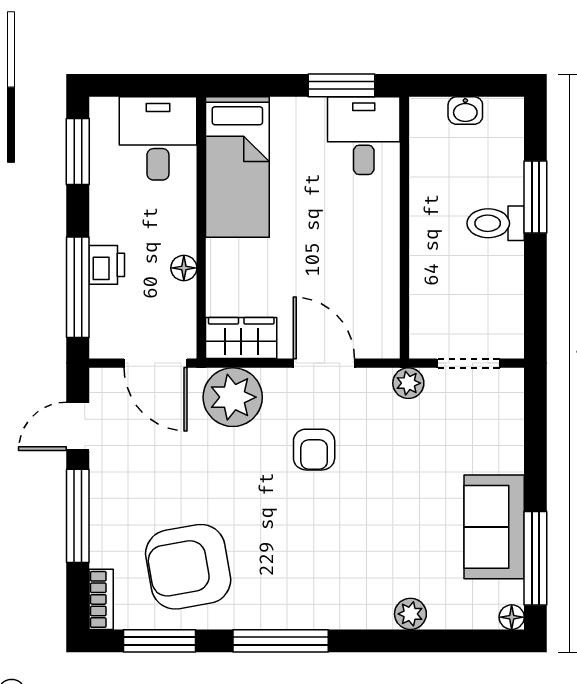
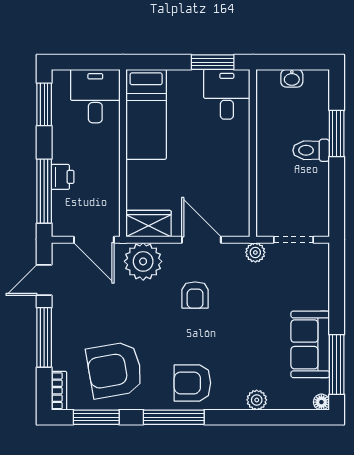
floor lamp: (184, 268) -> (112, 179), removed
armchair: (310, 587) -> (192, 383), added

